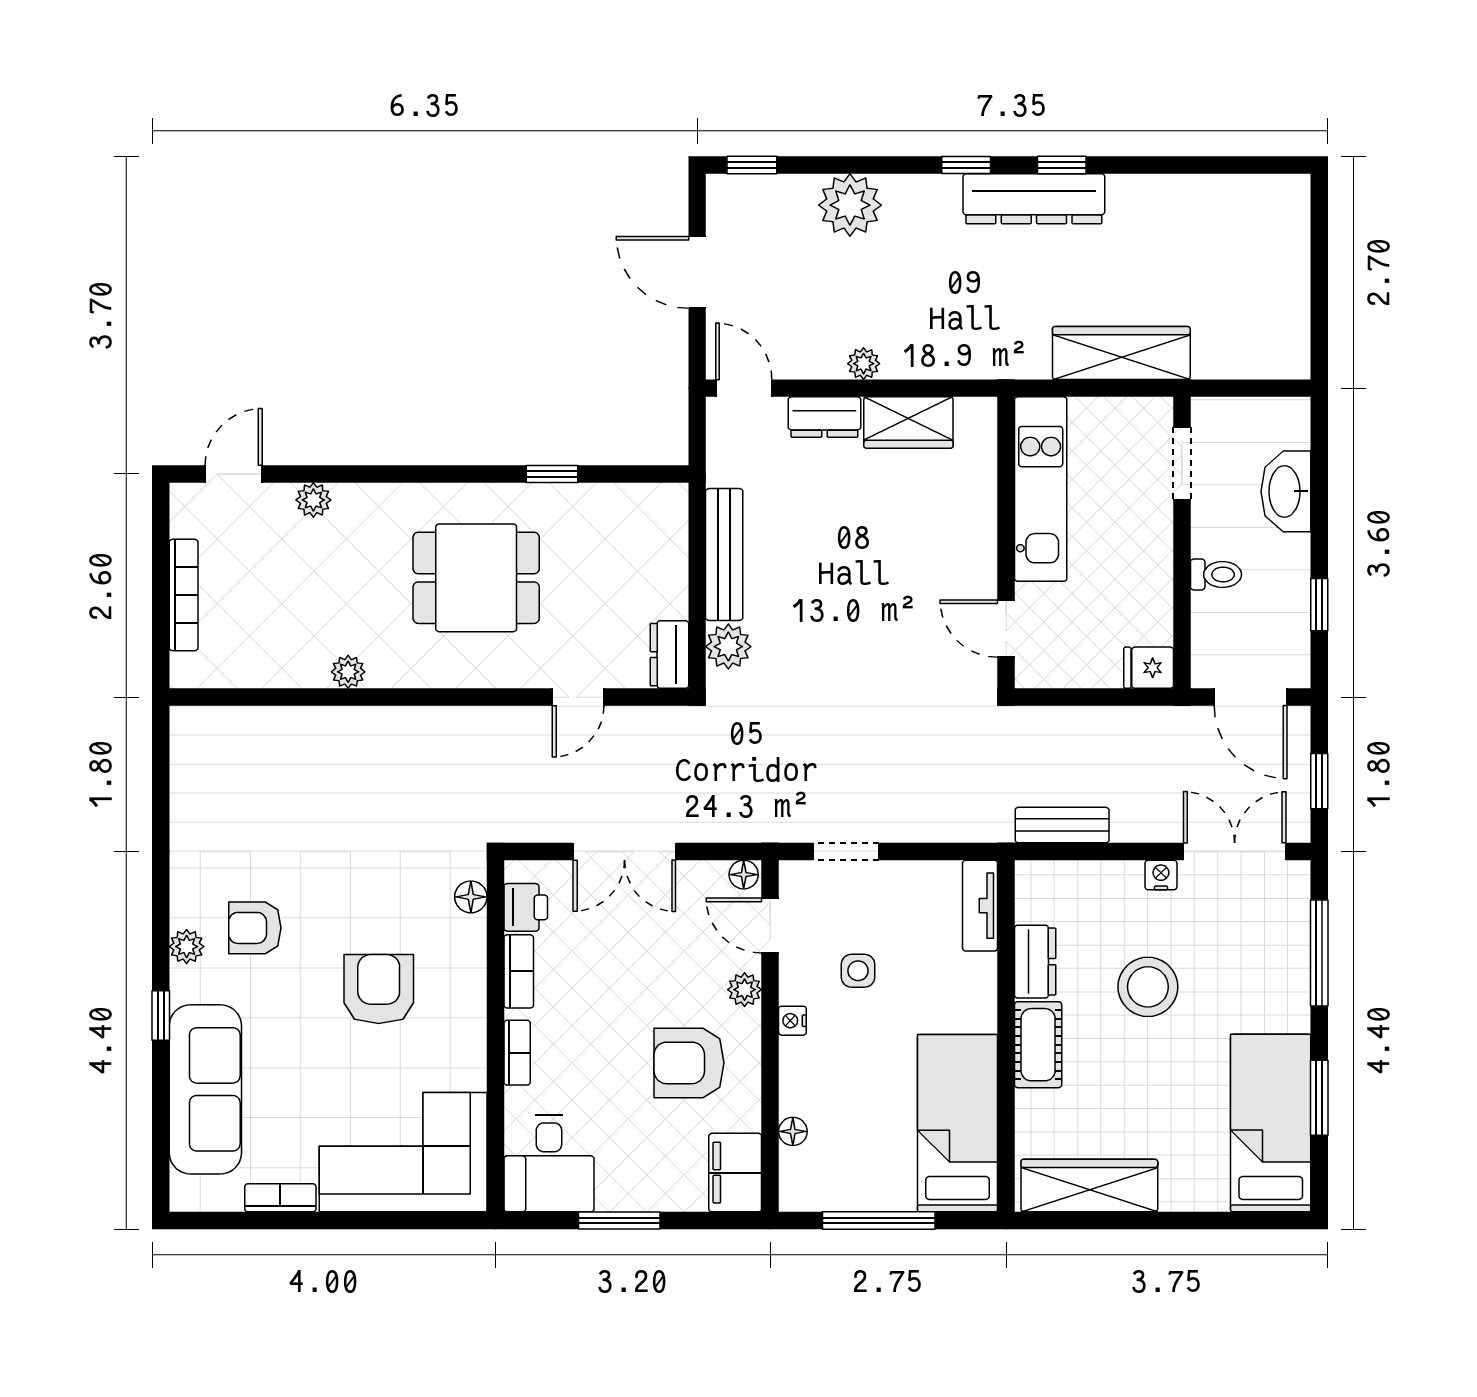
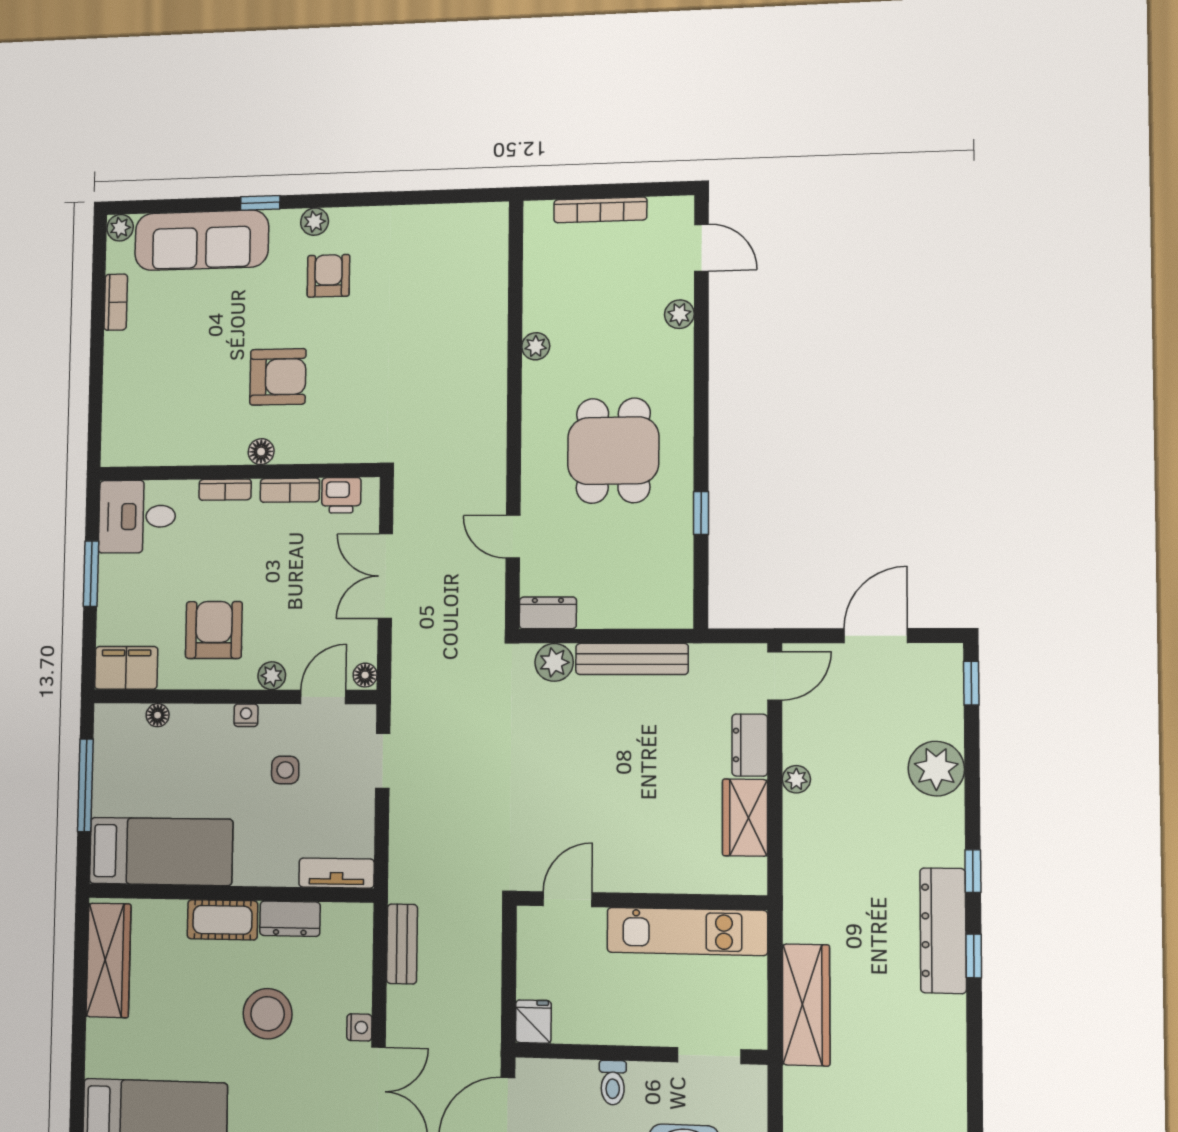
floor lamp: (471, 897) -> (261, 452), moved
corner sofa: (403, 1152) -> (149, 399), removed
plant: (186, 1195) -> (120, 228), added

